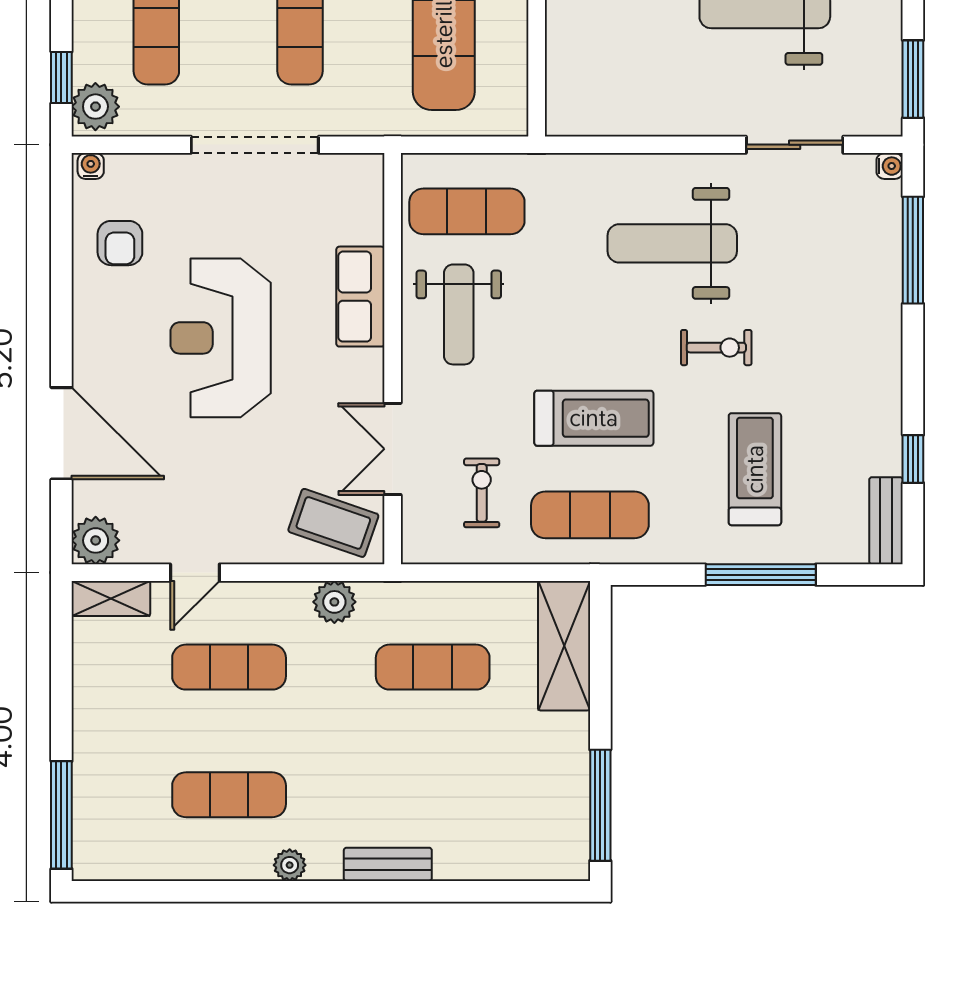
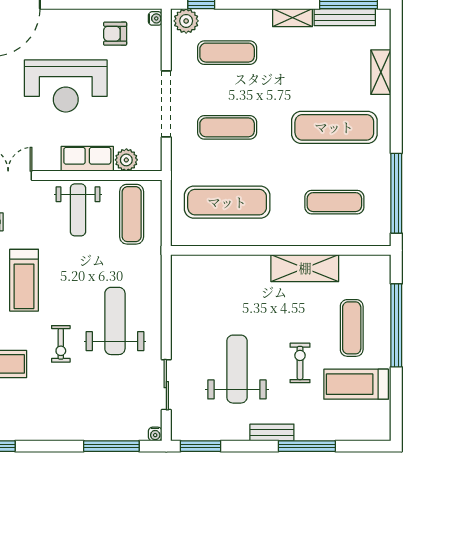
plant: (363, 222) -> (126, 160), added
weight bench: (459, 314) -> (78, 210), turned -90
reception desk: (221, 338) -> (66, 86), turned 180

